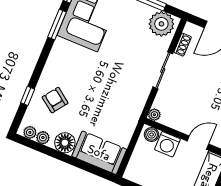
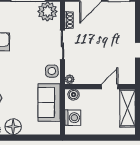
side table: (137, 96) -> (52, 71), added
washing machine: (167, 144) -> (73, 118), moved, turned -90
sofa: (99, 153) -> (49, 103), moved, turned -90

